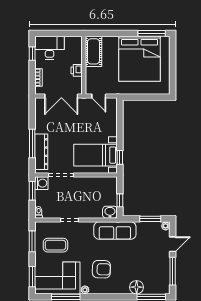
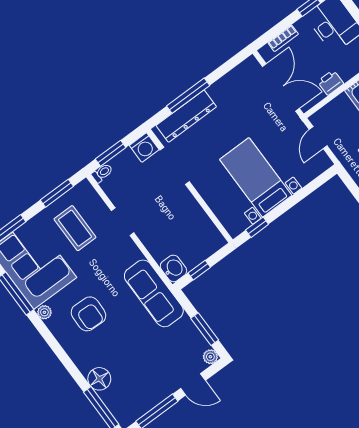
double door: (61, 96) -> (281, 87), swing flipped
bed with nightstands: (96, 155) -> (256, 177), moved
window: (32, 191) -> (111, 153), moved

